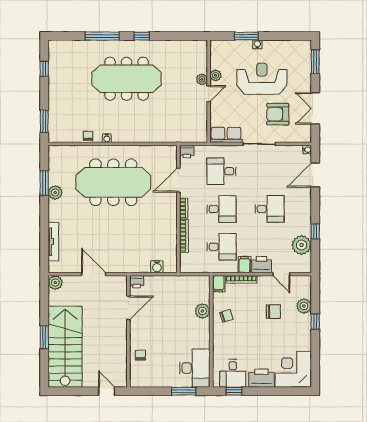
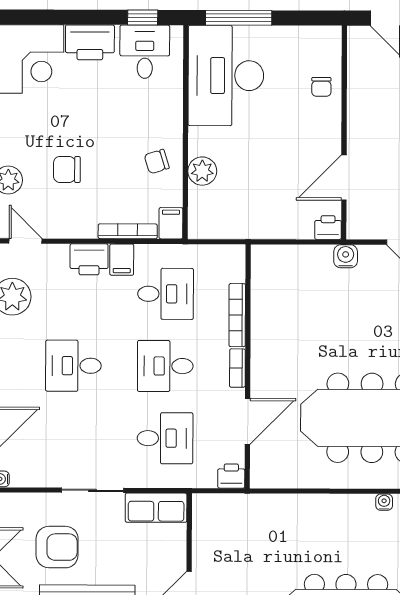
desk: (221, 247) -> (166, 294), turned 180
water cooler: (157, 267) -> (346, 256), moved
door: (281, 274) -> (26, 241), moved
desk: (195, 368) -> (226, 76), width x1.36, depth x1.30
window: (184, 391) -> (239, 18), width x1.44

